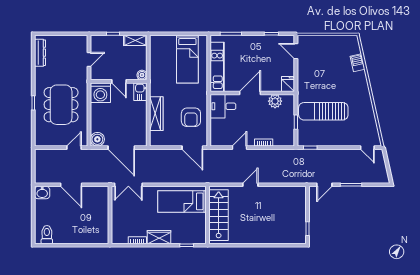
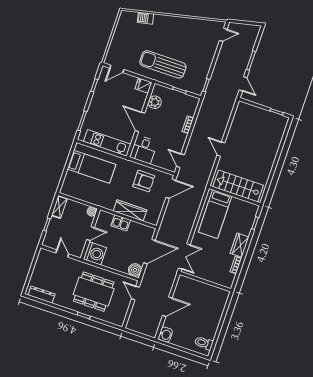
kitchen sink: (140, 92) -> (121, 223), moved
sun lounger: (323, 111) -> (163, 64), moved, turned 90
door: (240, 148) -> (180, 161), moved

